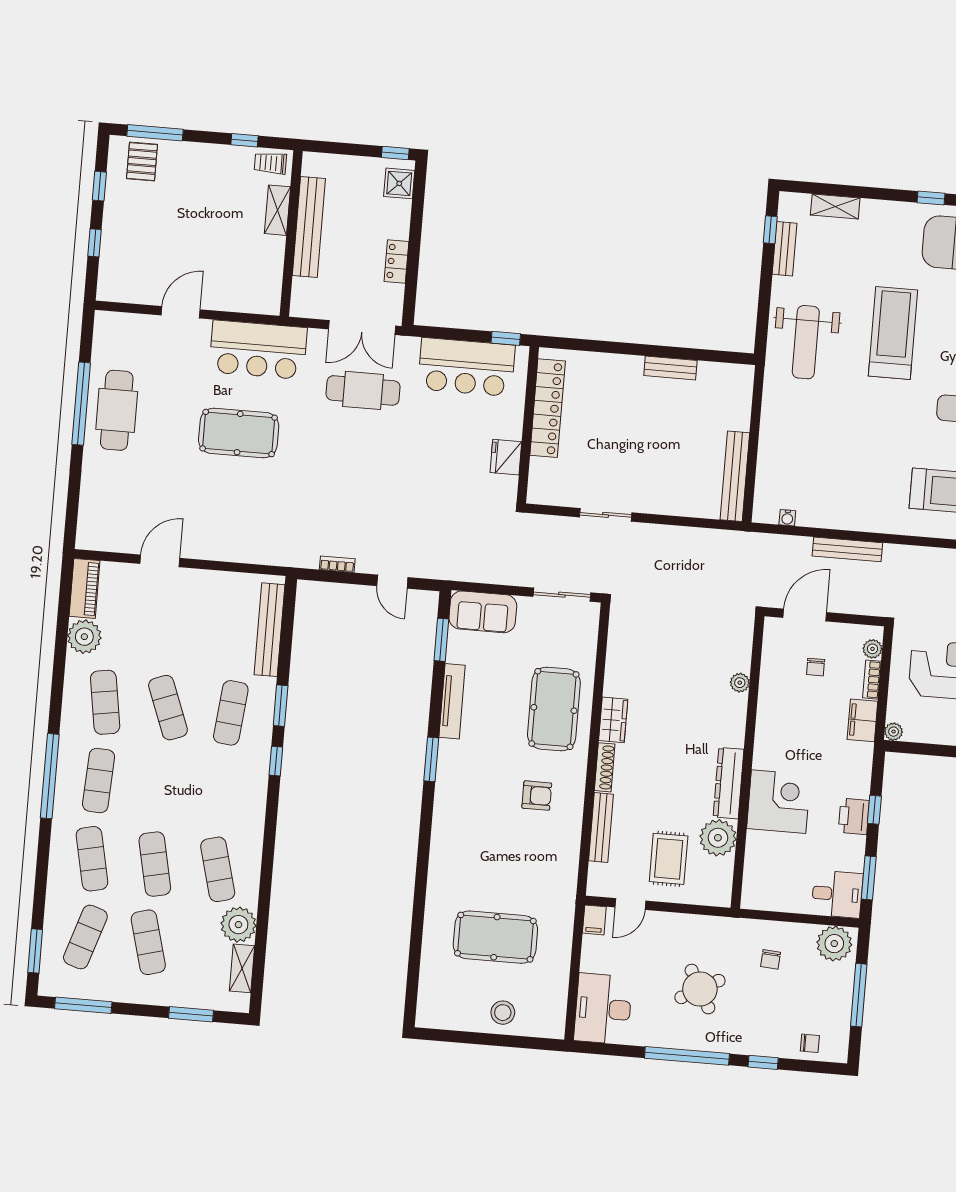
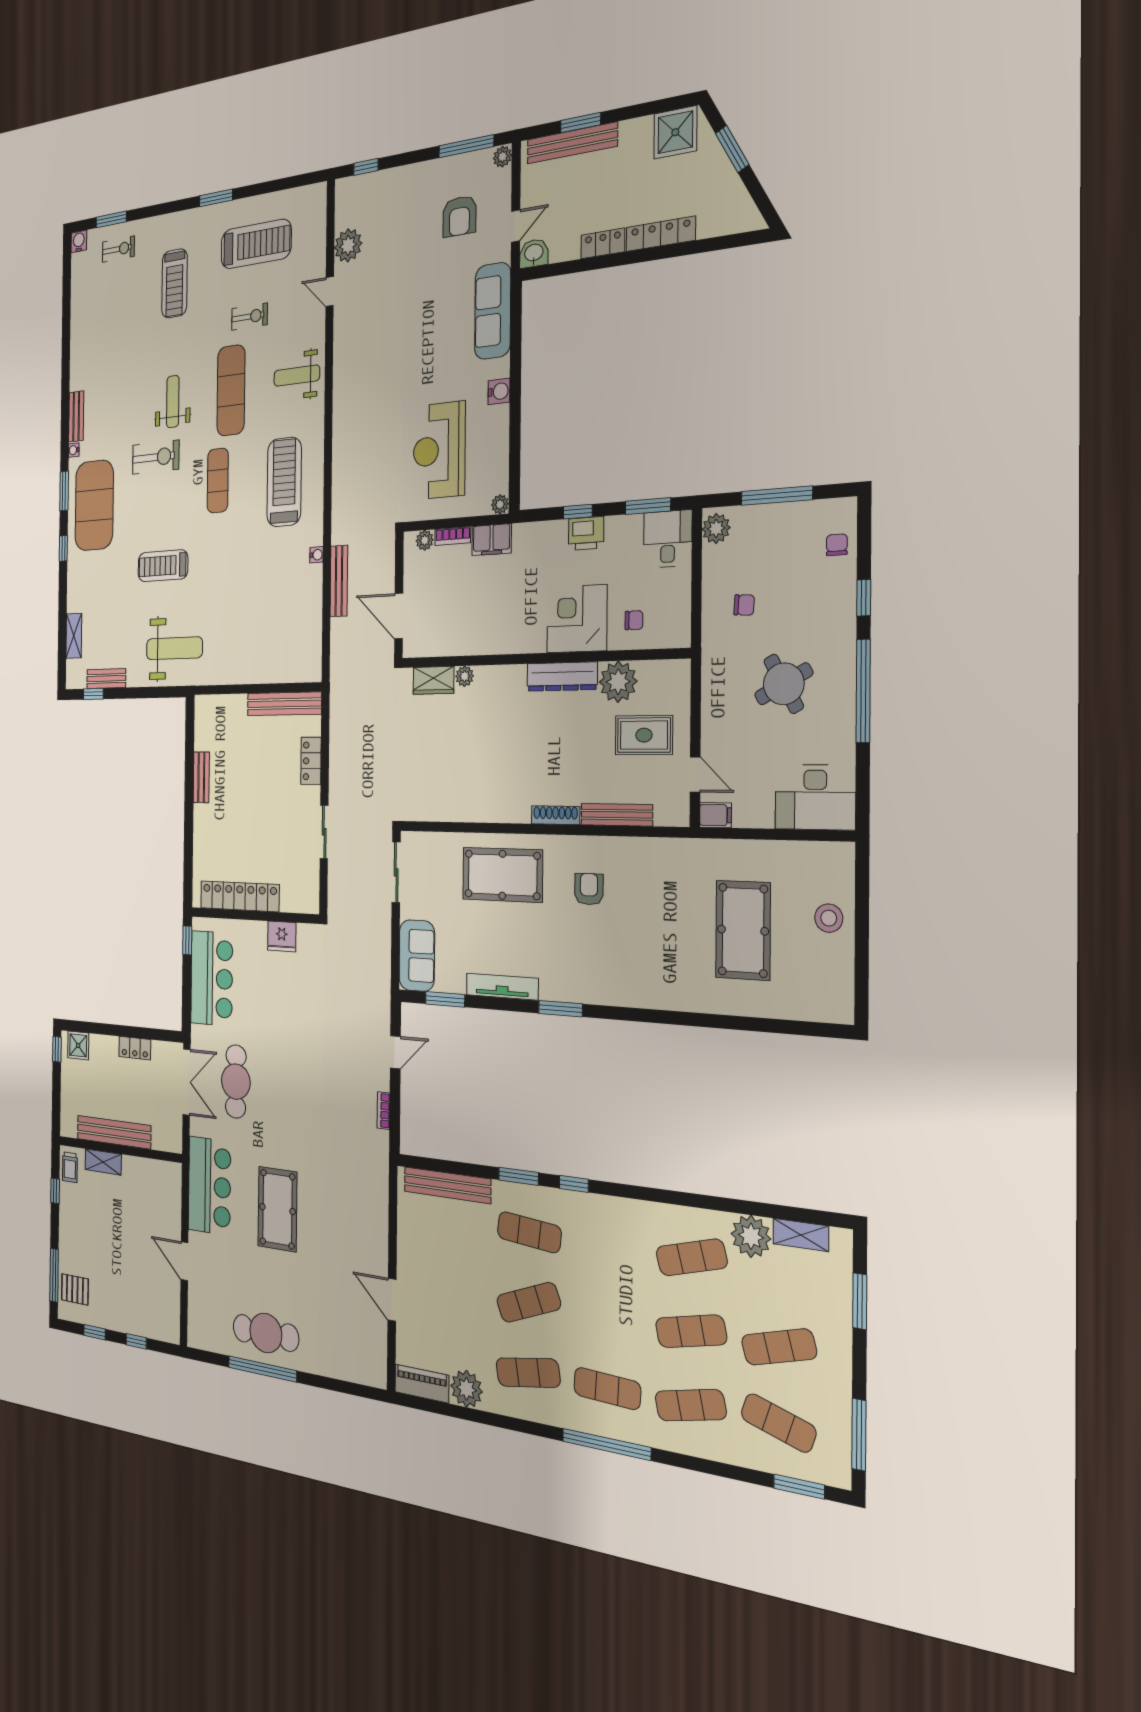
treadmill: (893, 333) -> (163, 566), width x0.73, depth x0.73
locker: (676, 504) -> (311, 761), added
water cooler: (787, 518) -> (317, 555), moved
chair: (816, 667) -> (634, 620), moved
wardrobe: (613, 720) -> (434, 680), moved, turned 180
plant: (834, 944) -> (716, 528), width x0.73, depth x0.73

